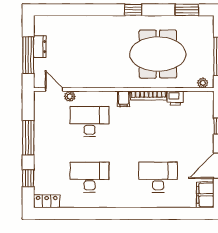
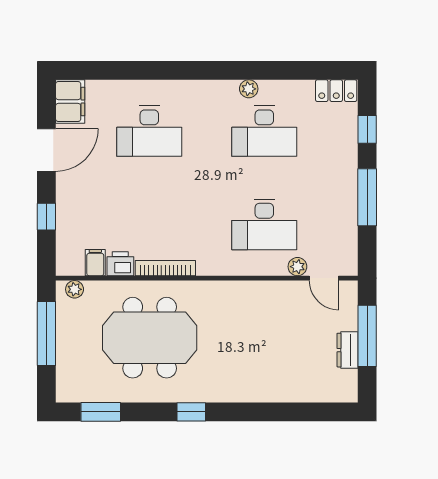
filing cabinet: (124, 99) -> (95, 263), moved
plant: (99, 202) -> (249, 89), added

